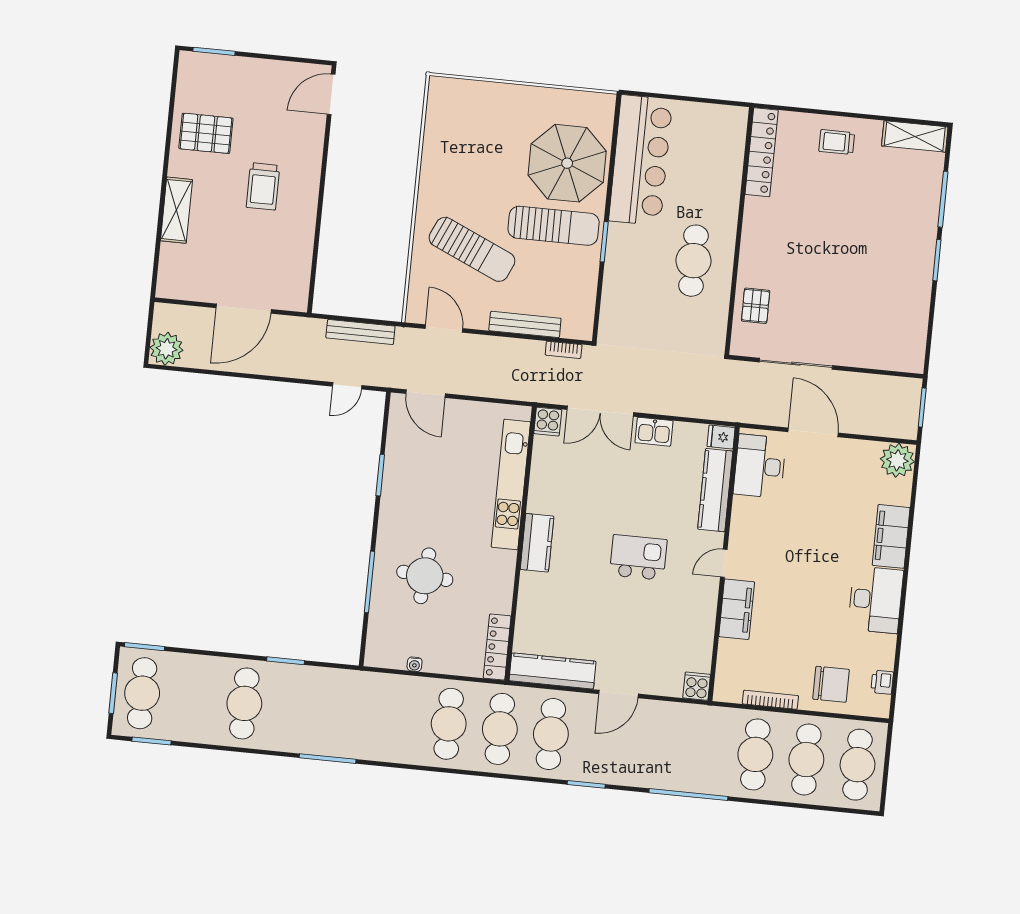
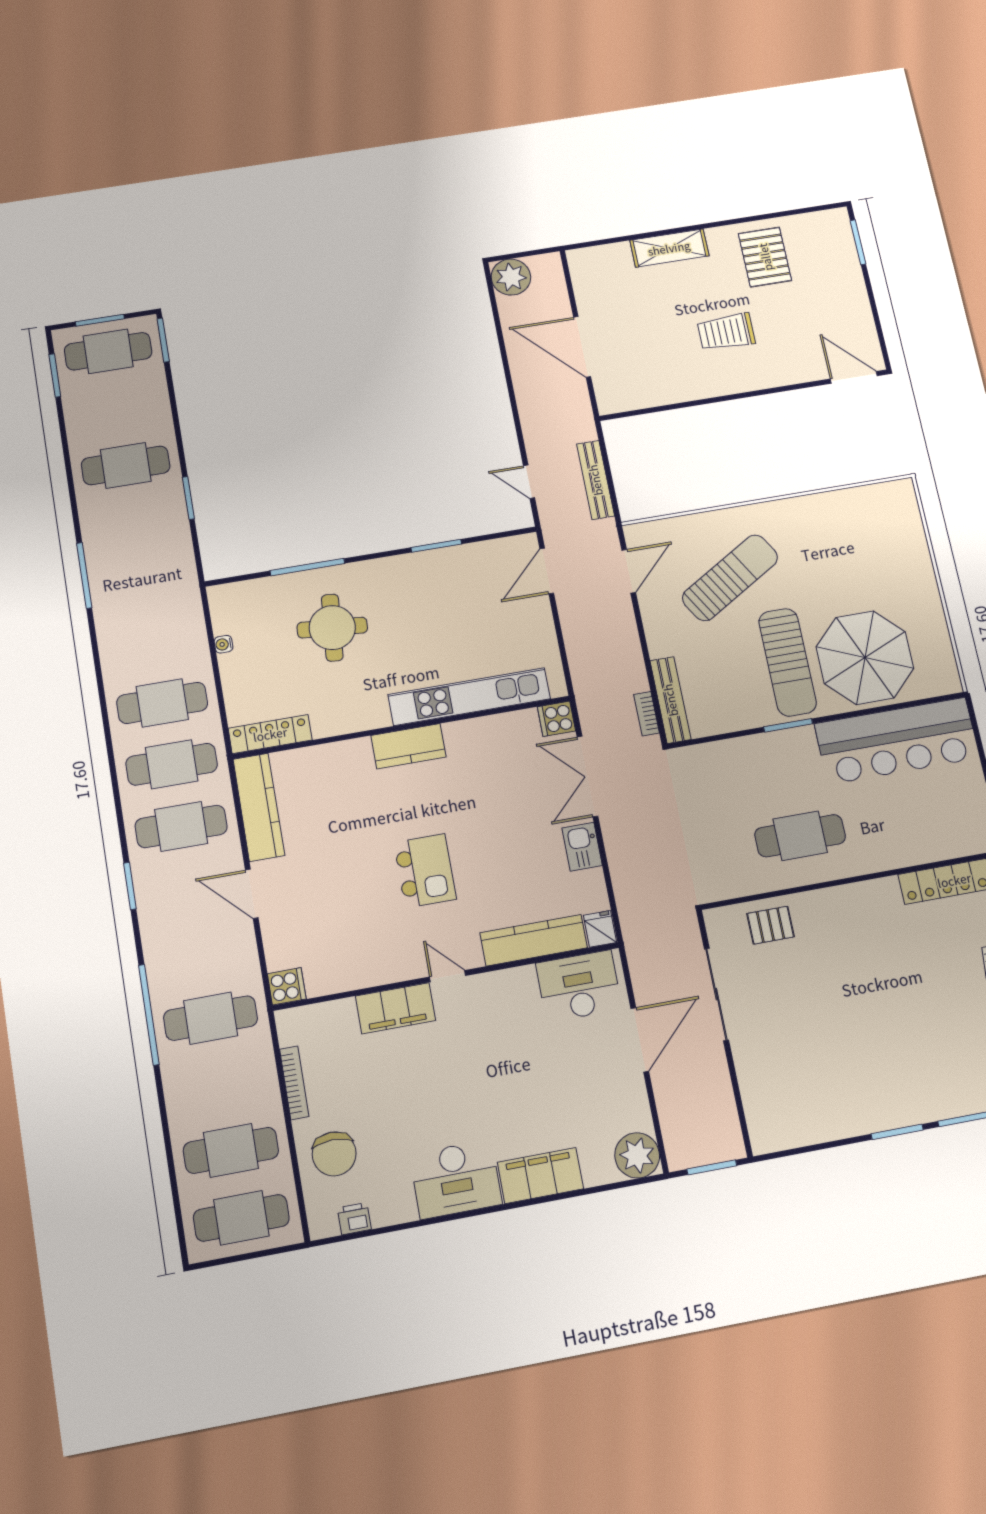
sun lounger: (472, 249) -> (730, 578), turned -145
bench: (525, 324) -> (670, 700), moved
cafe table: (755, 754) -> (211, 1018), moved

